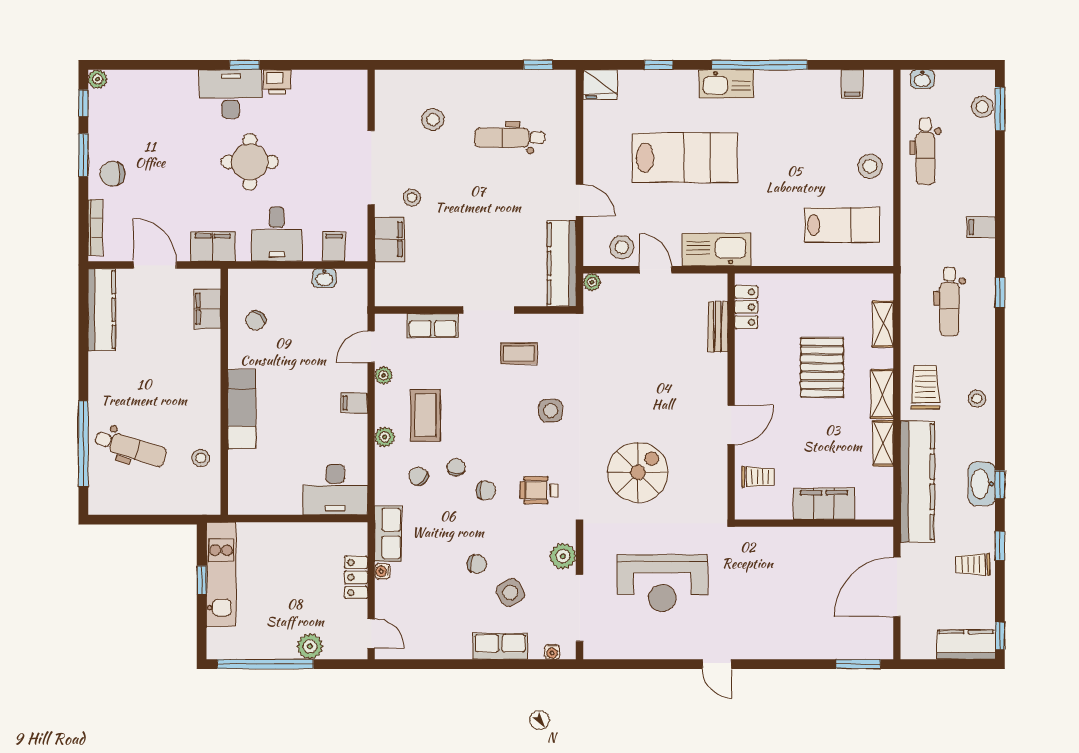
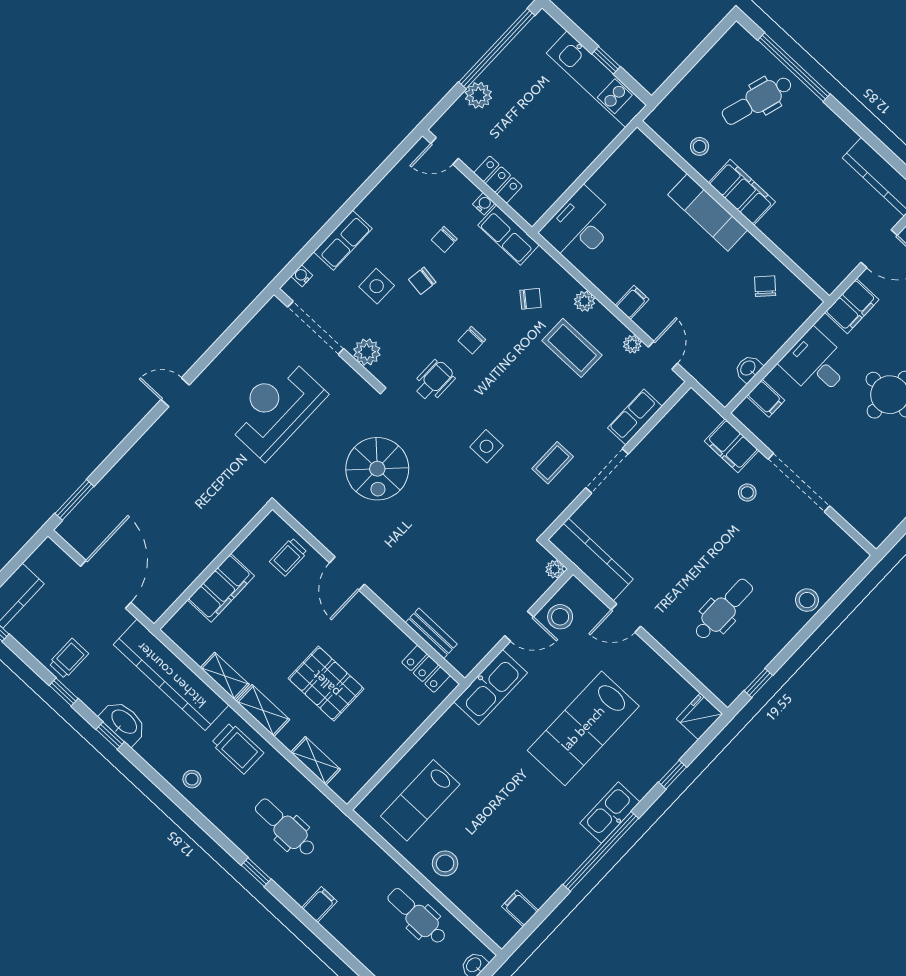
stool: (433, 120) -> (807, 600), moved
filing cabinet: (207, 309) -> (742, 192), moved, width x1.50, depth x1.17
chair: (456, 467) -> (444, 239), moved, turned 90
side table: (510, 593) -> (377, 286), turned 31

